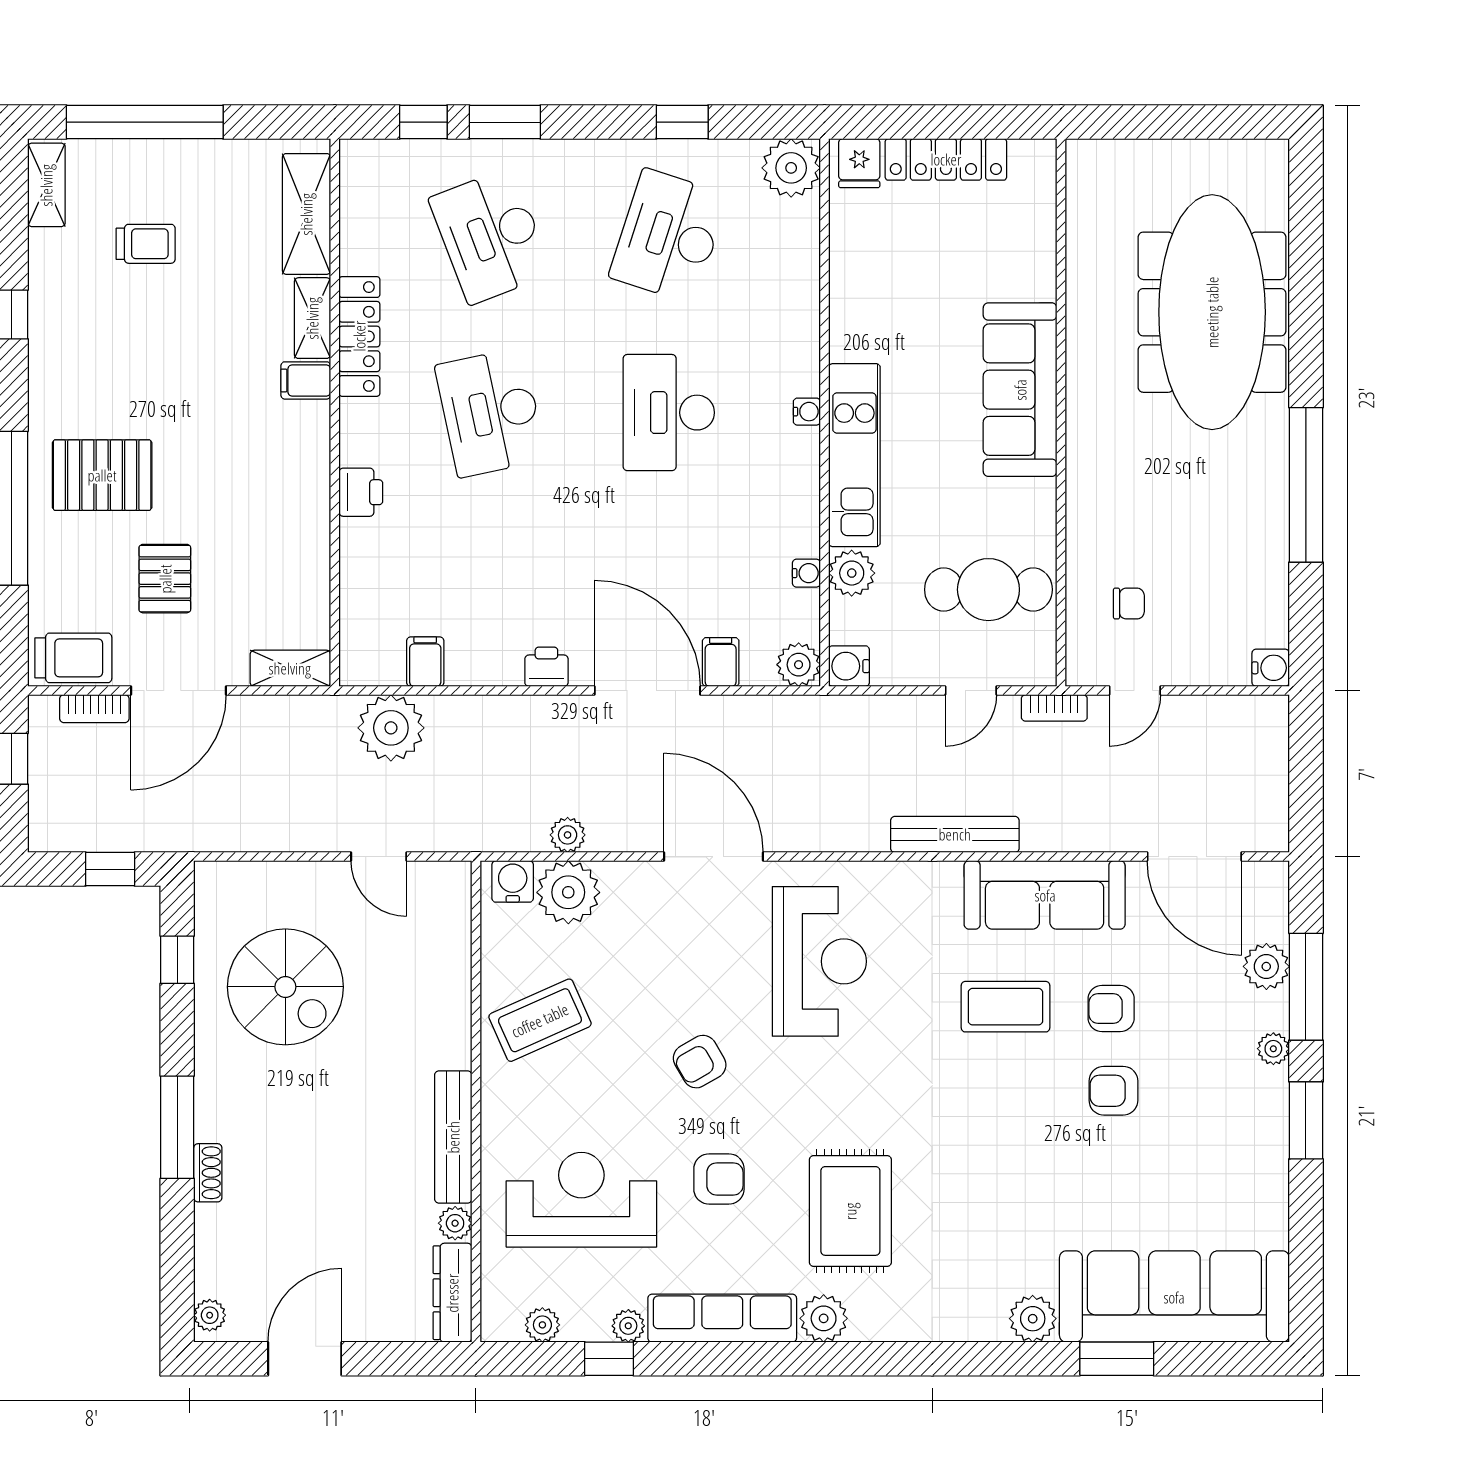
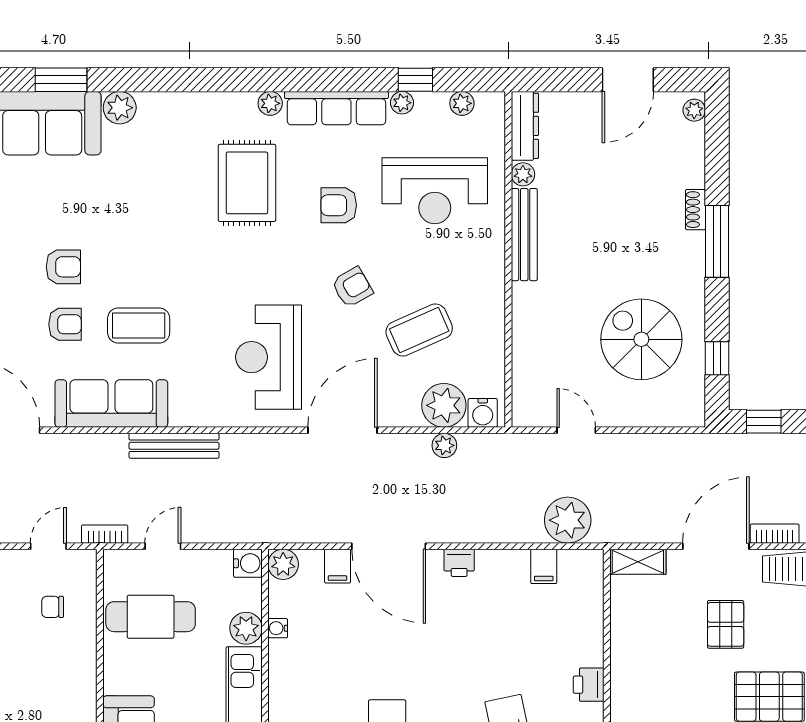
door: (714, 857) -> (342, 430), swing flipped
coffee table: (540, 1020) -> (419, 330), moved
plant: (824, 1318) -> (270, 103), width x0.73, depth x0.73

